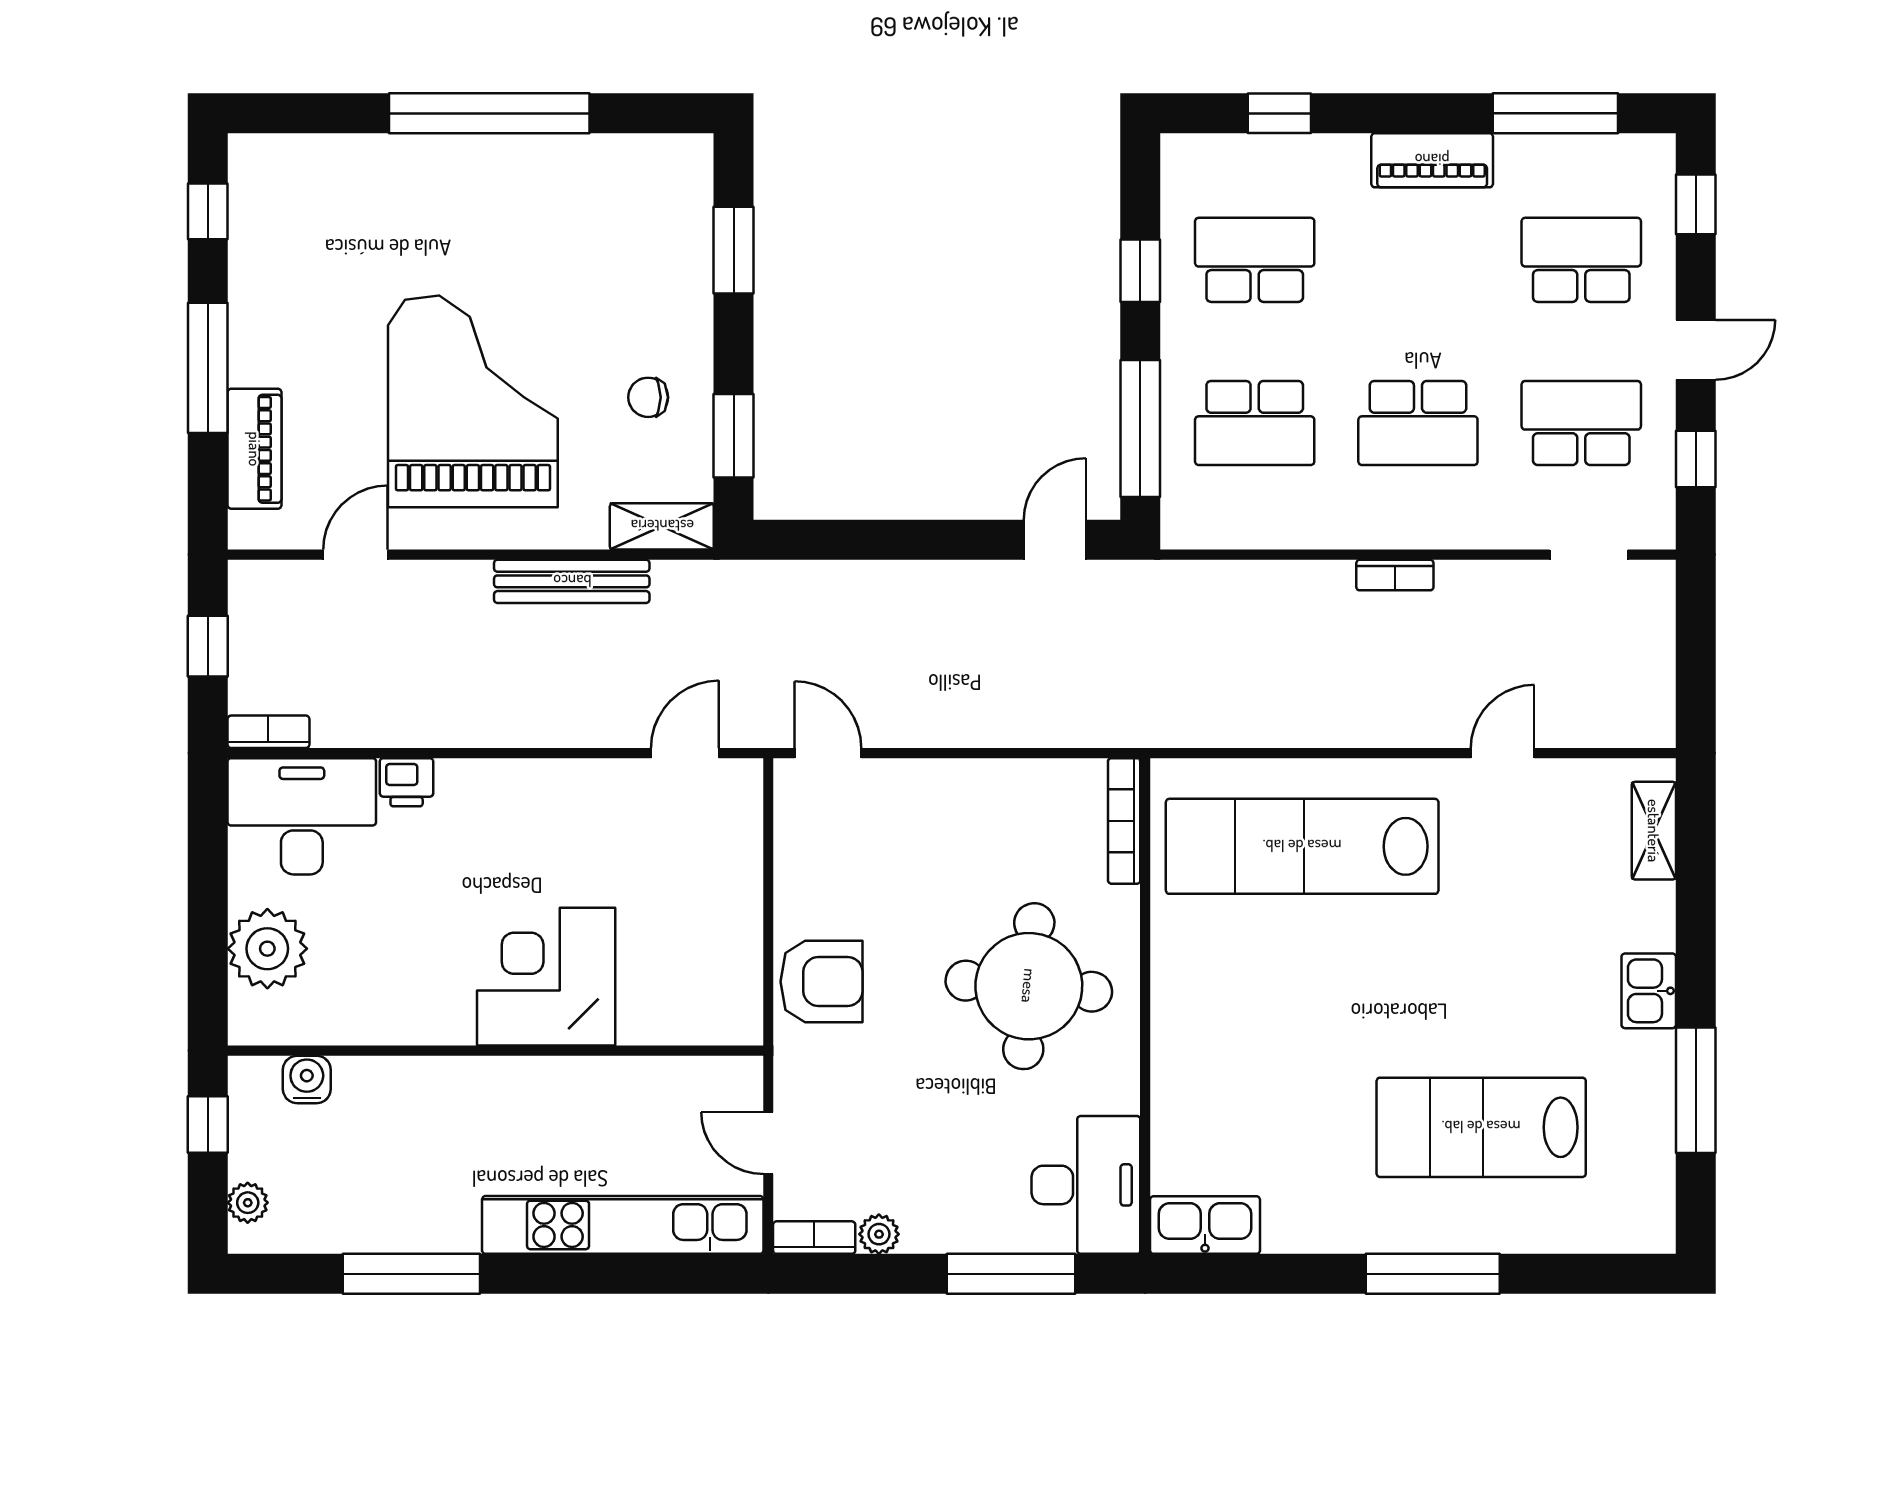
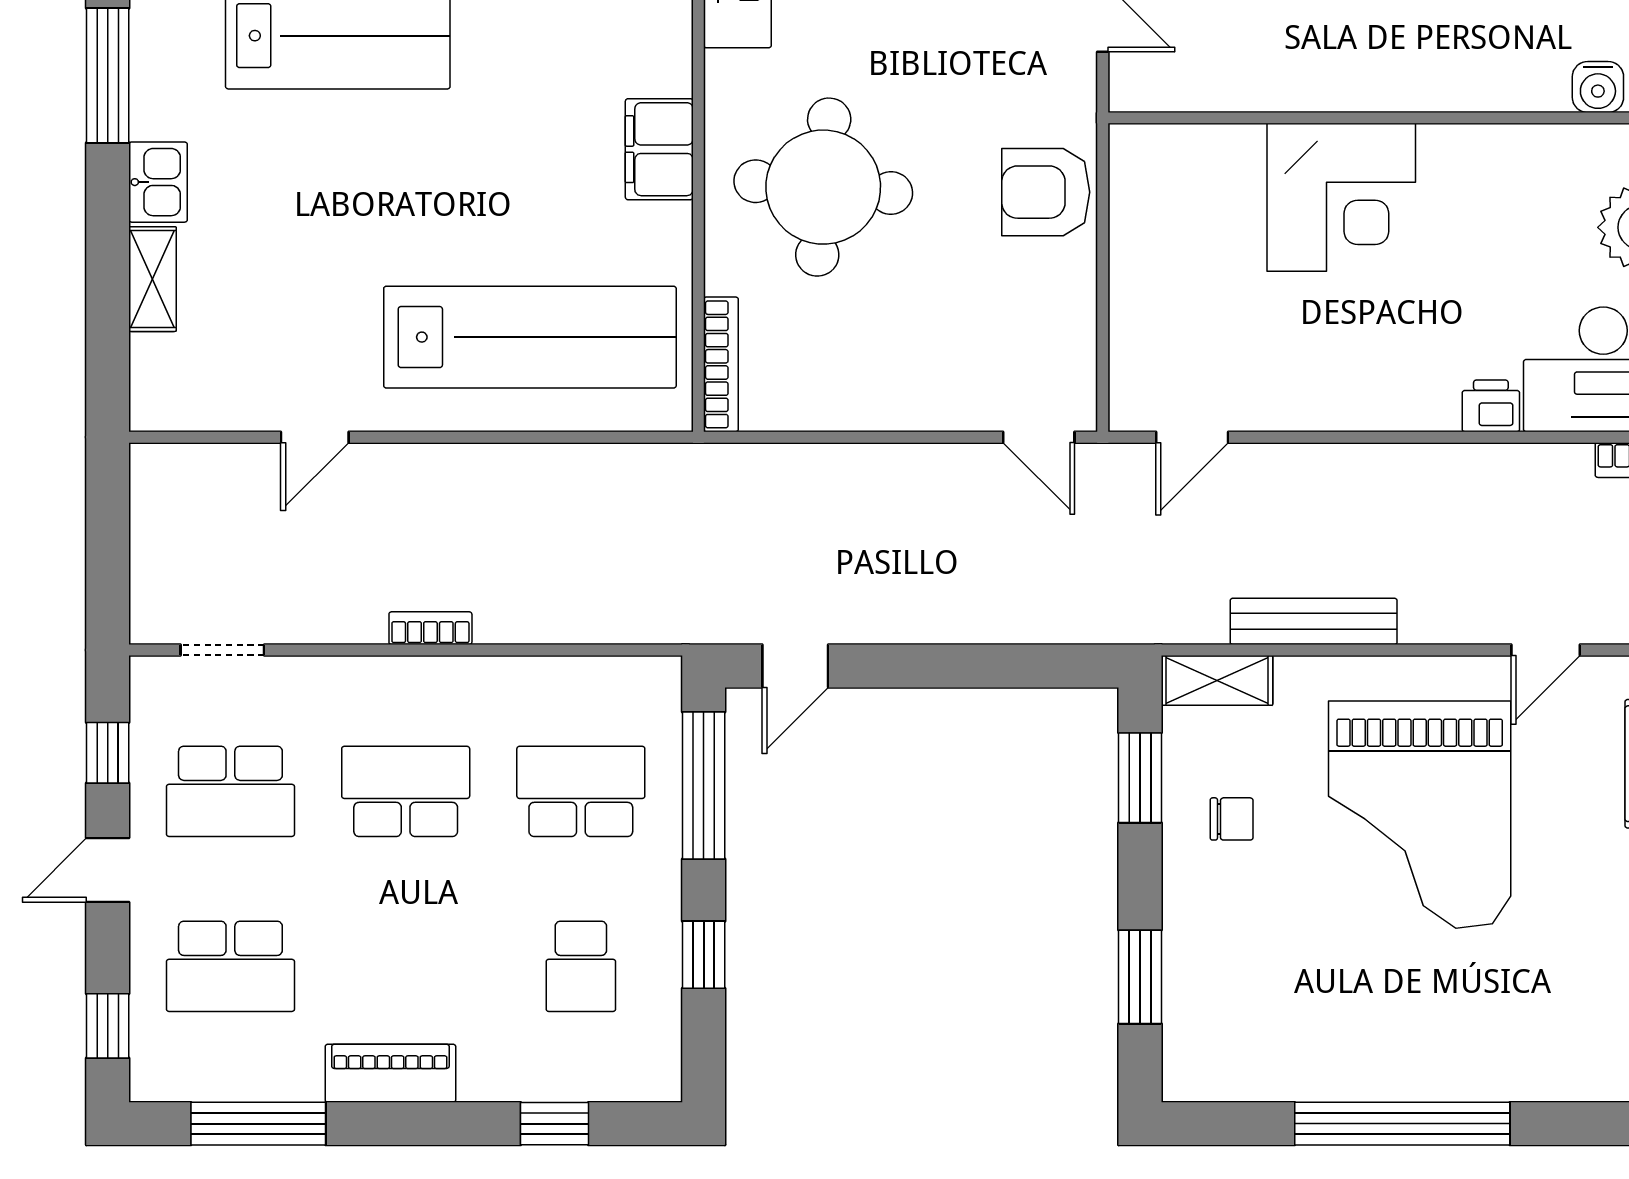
school desk: (1255, 260) -> (581, 966), width x0.54
shelving: (1654, 831) -> (153, 279), moved
filing cabinet: (1182, 1021) -> (659, 149), added

